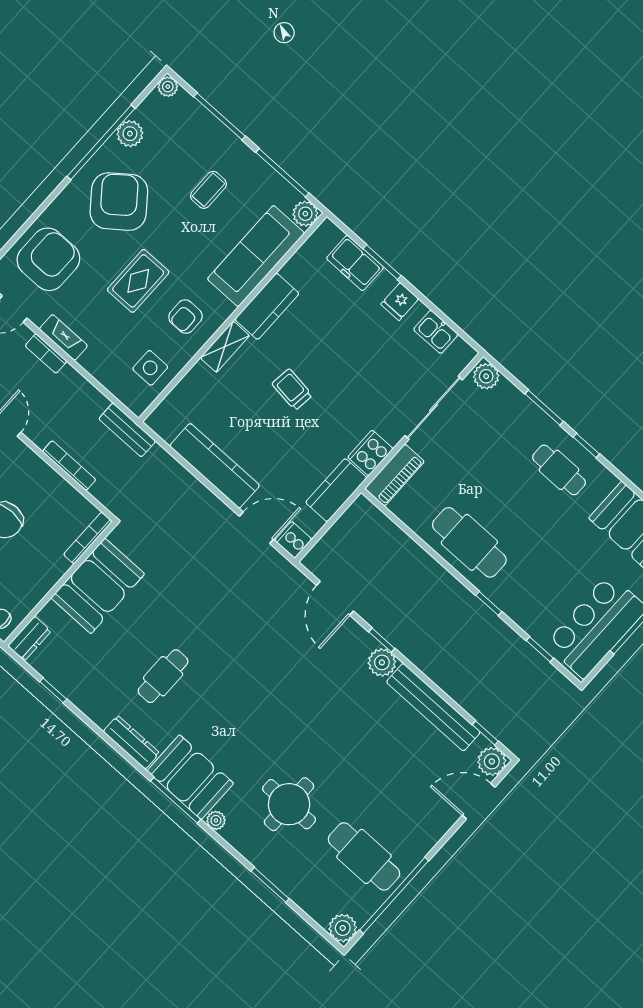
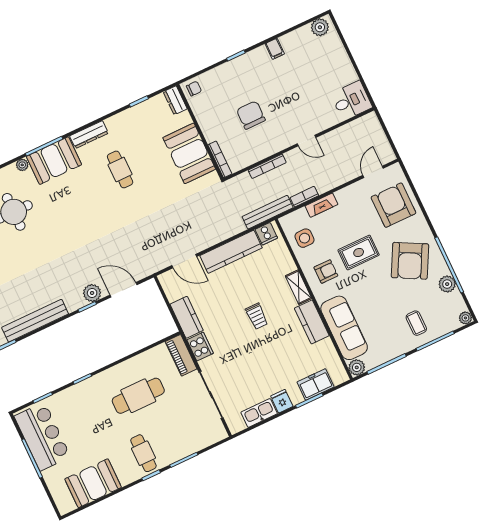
coffee table: (208, 190) -> (416, 323), moved
armchair: (119, 202) -> (410, 261), turned 66
armchair: (48, 259) -> (393, 205), turned 180
rug: (138, 281) -> (359, 253), turned 90
armchair: (185, 317) -> (326, 272), turned 90
kitchen sink: (436, 332) -> (259, 413), width x1.38
fireplace: (63, 337) -> (321, 205), moved
bookcase: (46, 353) -> (304, 197), moved
plant: (486, 376) -> (217, 434), removed
trolley: (292, 389) -> (257, 316), turned 83
bench: (127, 430) -> (268, 212), width x1.36
cafe table: (559, 470) -> (143, 453), turned 90
door: (256, 528) -> (184, 261), hinge flipped
cooker: (293, 540) -> (266, 234), moved, turned 90
cafe table: (469, 542) -> (138, 396), moved
plant: (382, 662) -> (92, 293), moved

